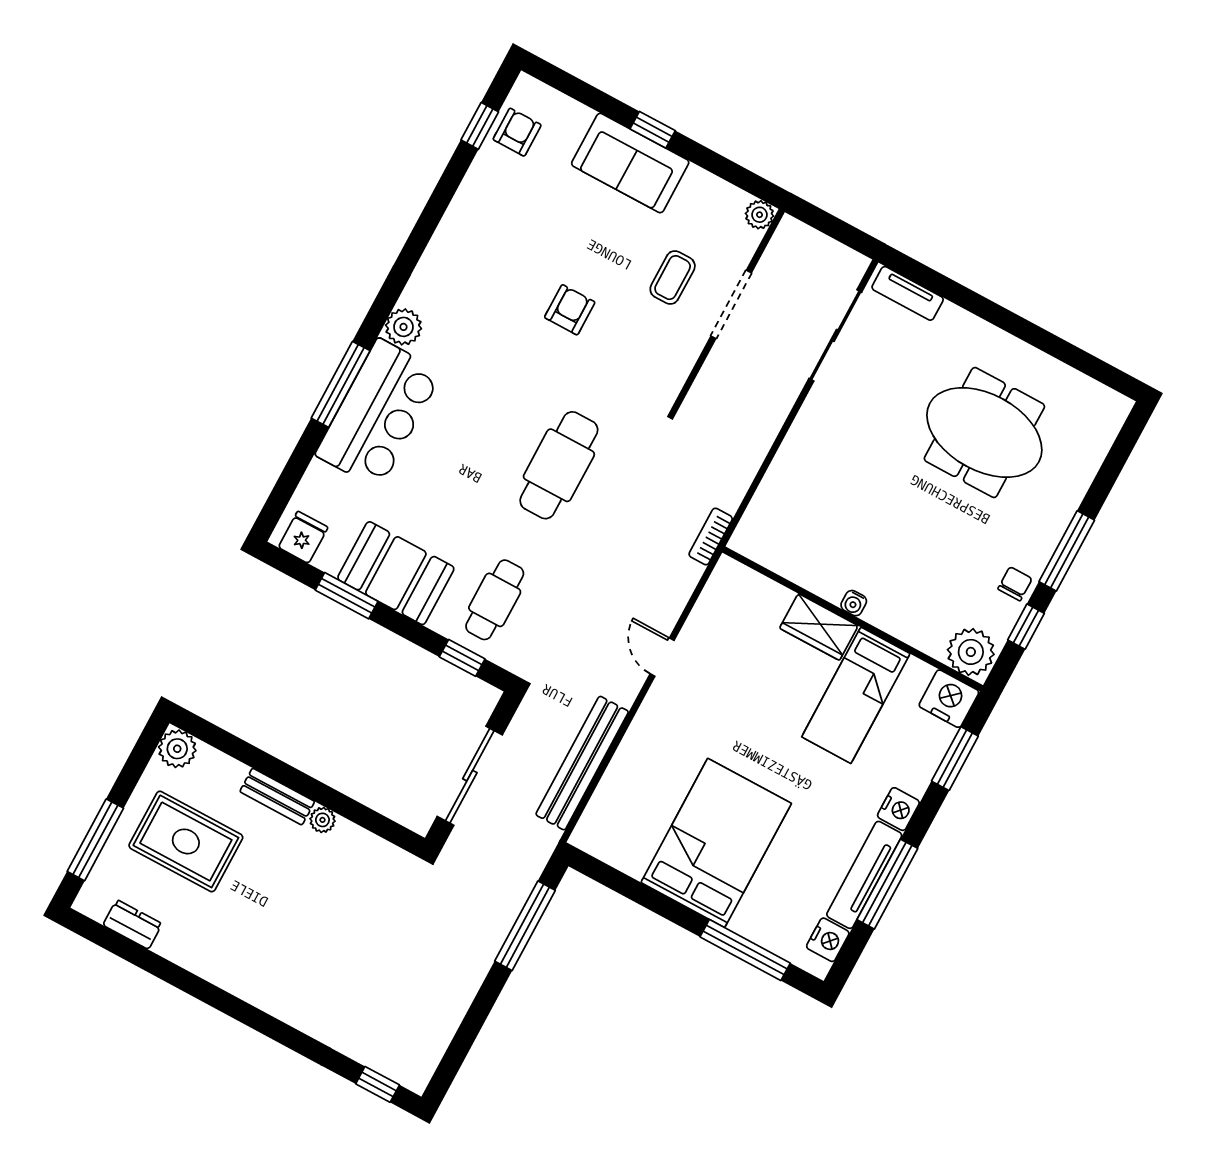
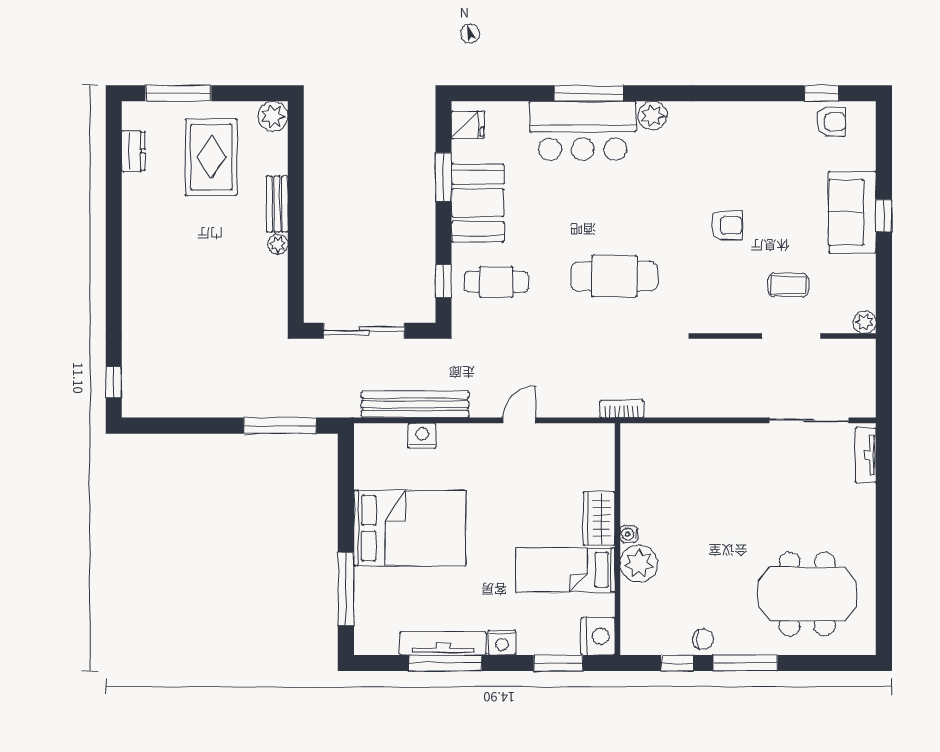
meeting table: (984, 433) -> (807, 594), moved, turned 90
plant: (971, 652) -> (639, 563), moved
nightstand: (828, 940) -> (422, 436), moved, turned 180

